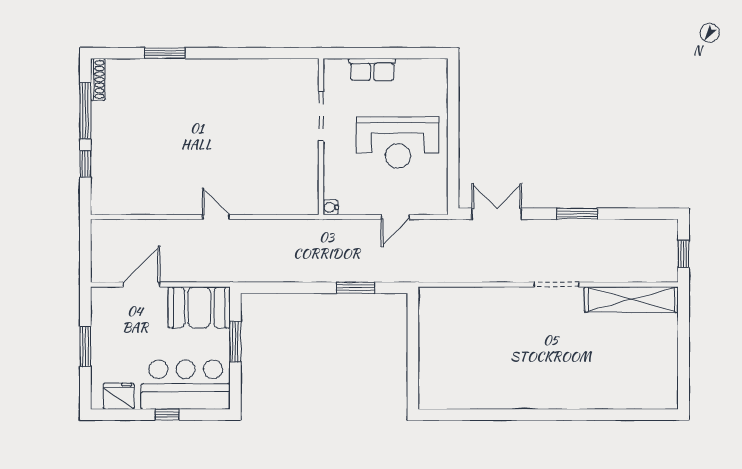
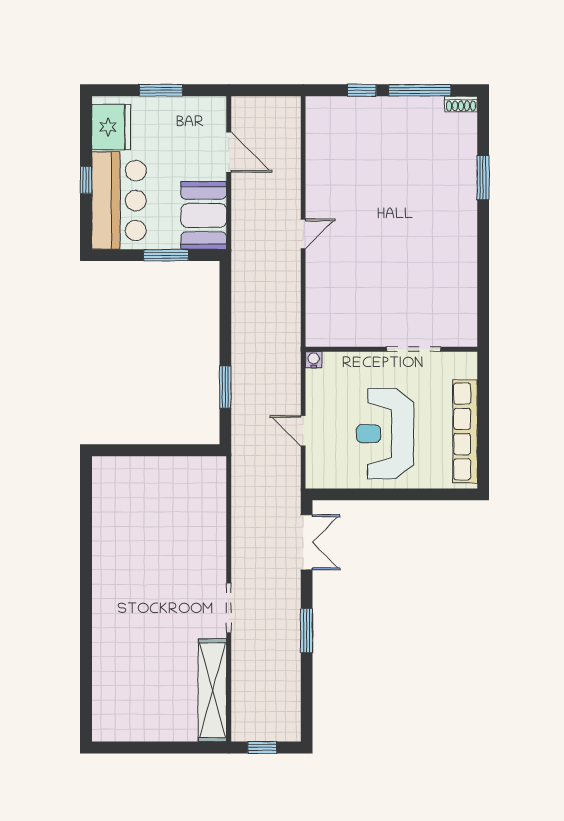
row of seats: (372, 70) -> (465, 431), width x2.02
shoe rack: (98, 80) -> (461, 104), width x0.70
fridge: (119, 396) -> (111, 127), width x1.36, depth x1.34

